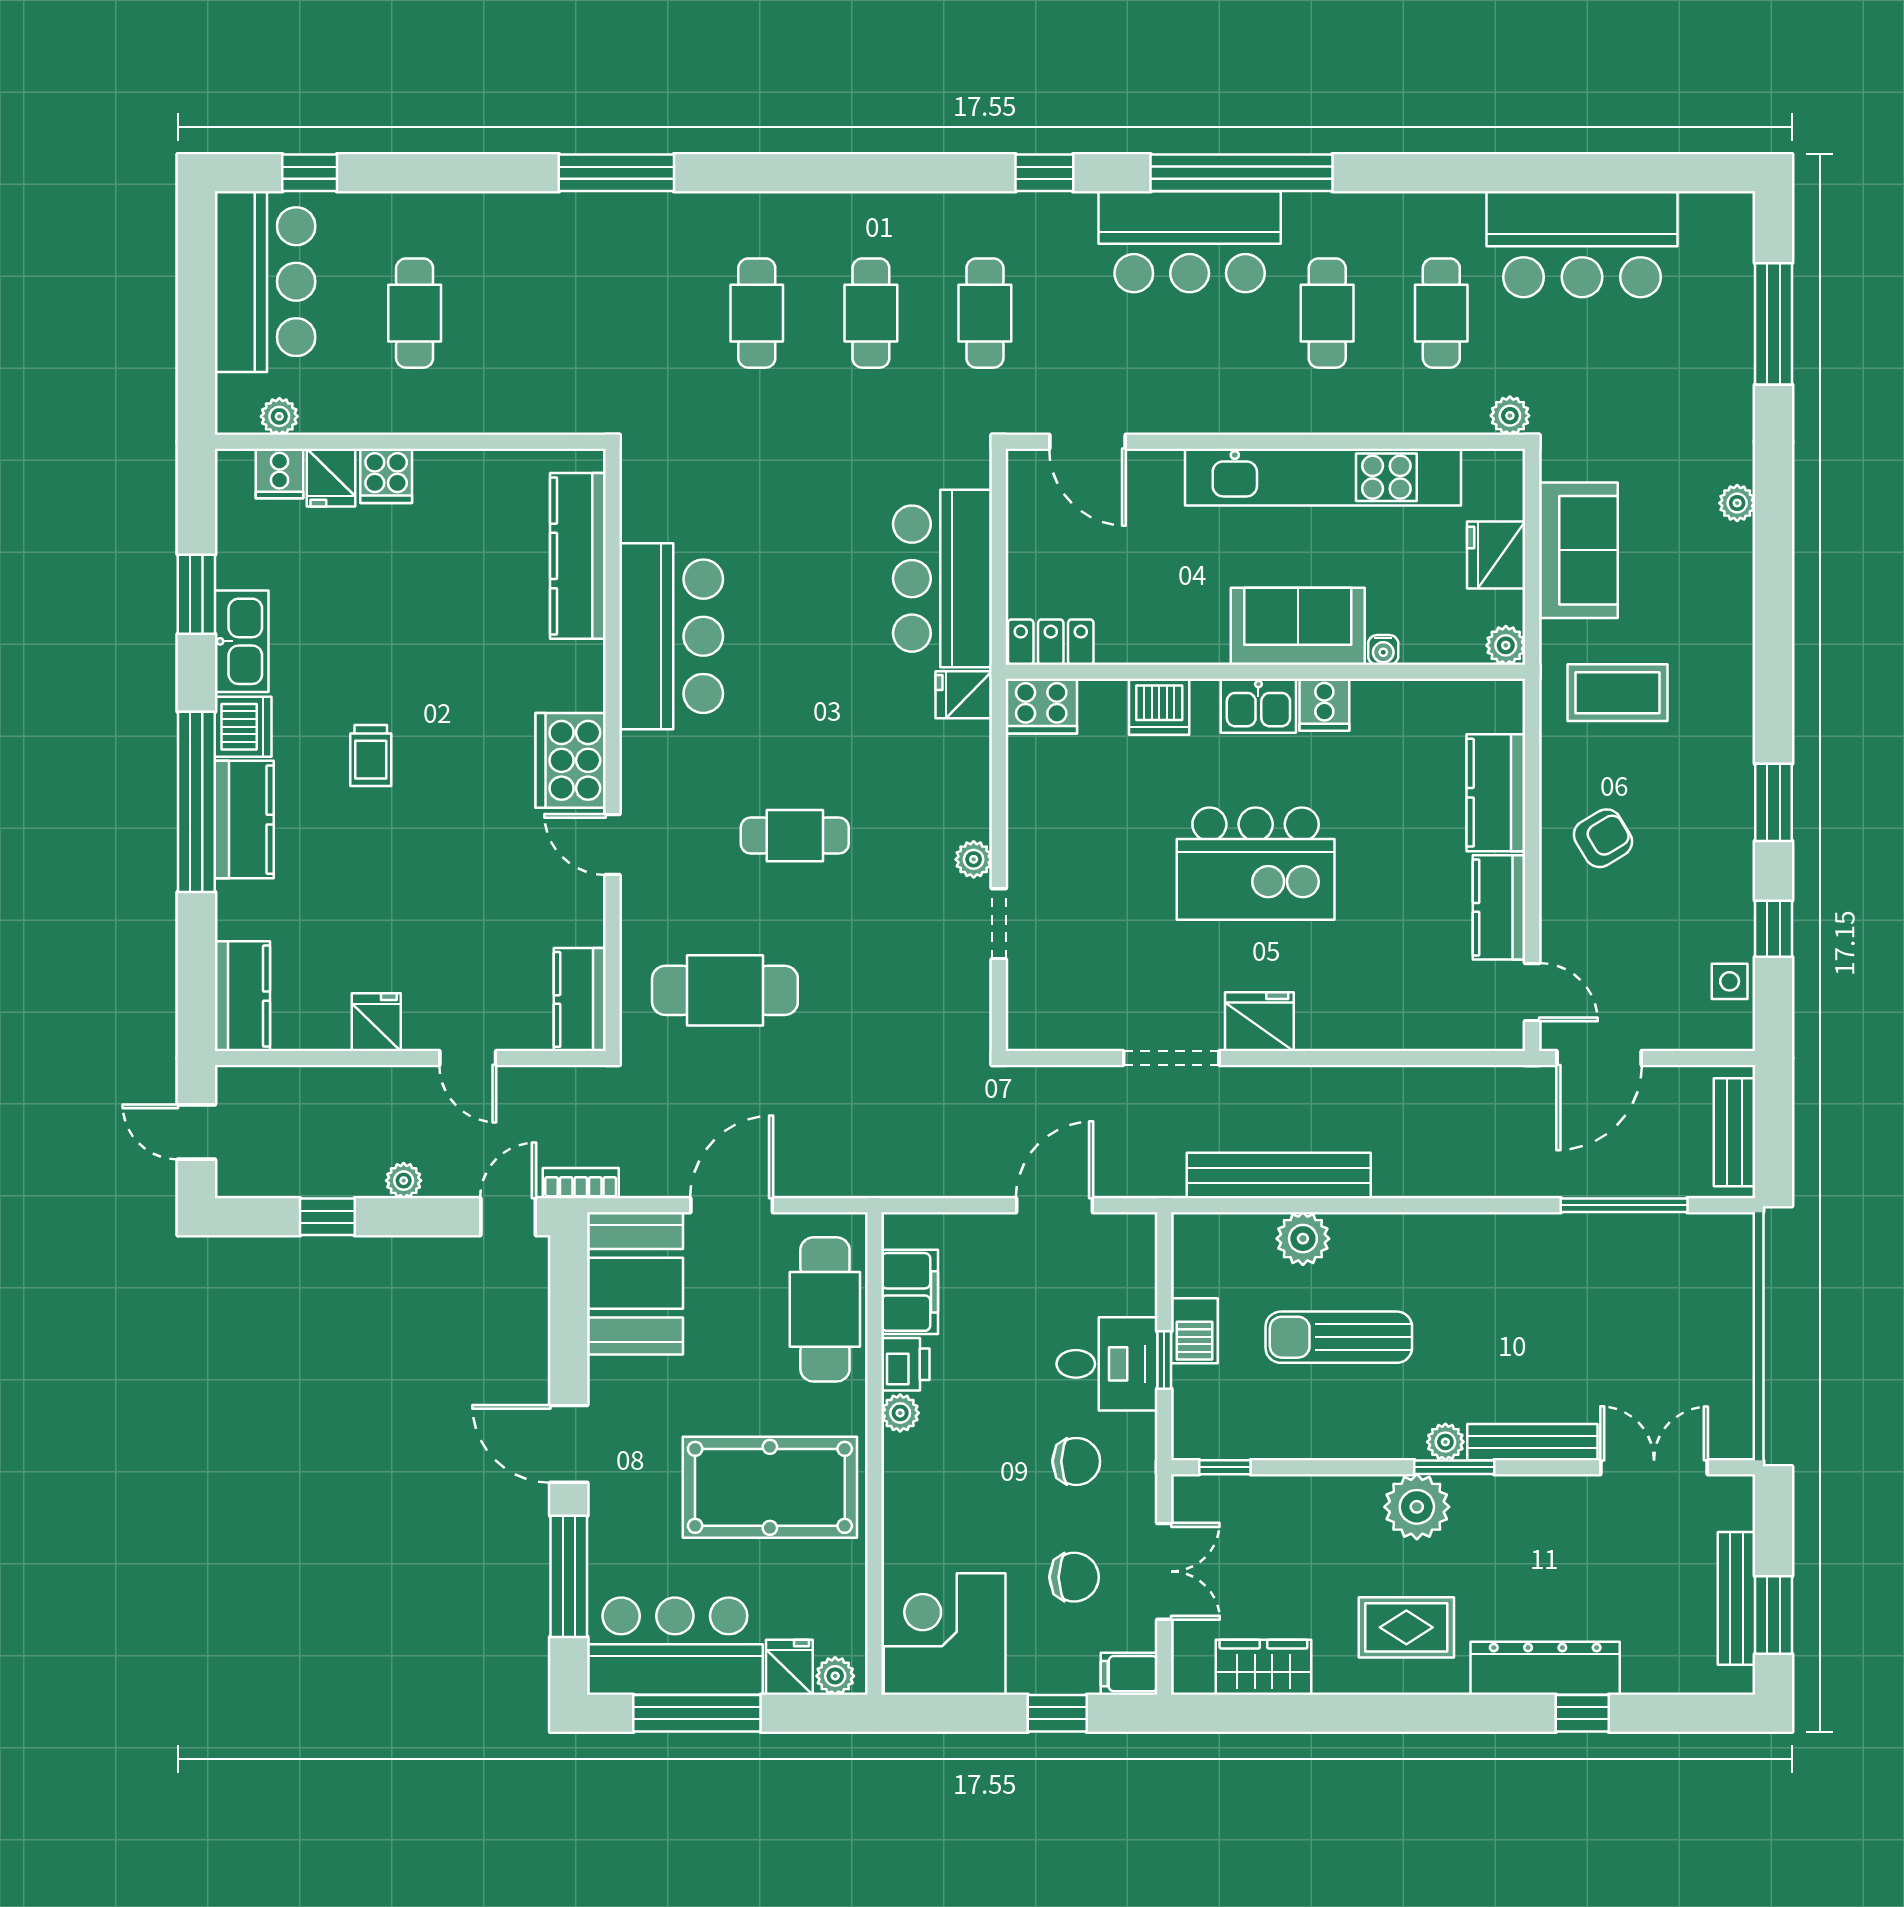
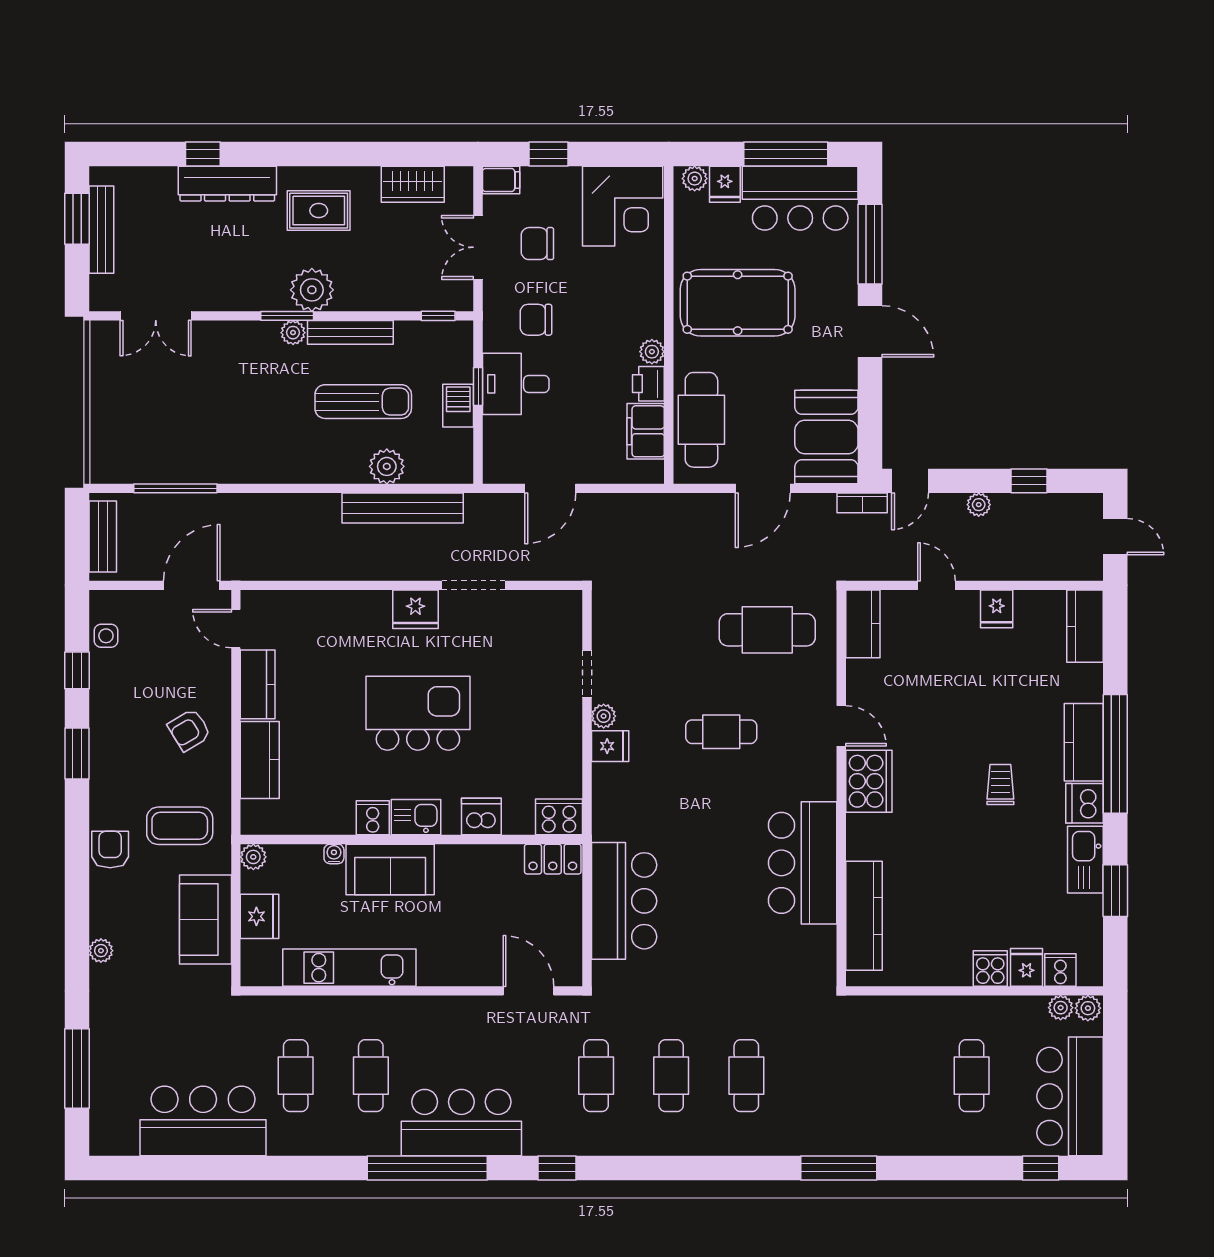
plant: (1510, 416) -> (1088, 1008), moved
kitchen unit: (1323, 477) -> (349, 968), width x0.73
armchair: (1723, 657) -> (110, 850), added
fridge: (964, 695) -> (610, 746), moved
bench: (1532, 1442) -> (350, 332), moved

